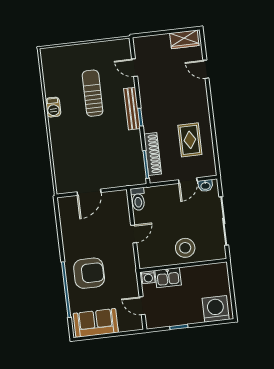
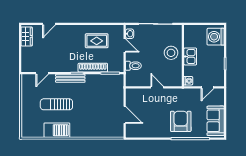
barbecue: (53, 107) -> (57, 130), width x1.88, depth x1.53
shoe rack: (153, 154) -> (93, 68), moved
toilet: (138, 199) -> (133, 66), moved
kitchen sink: (168, 278) -> (190, 56), moved

